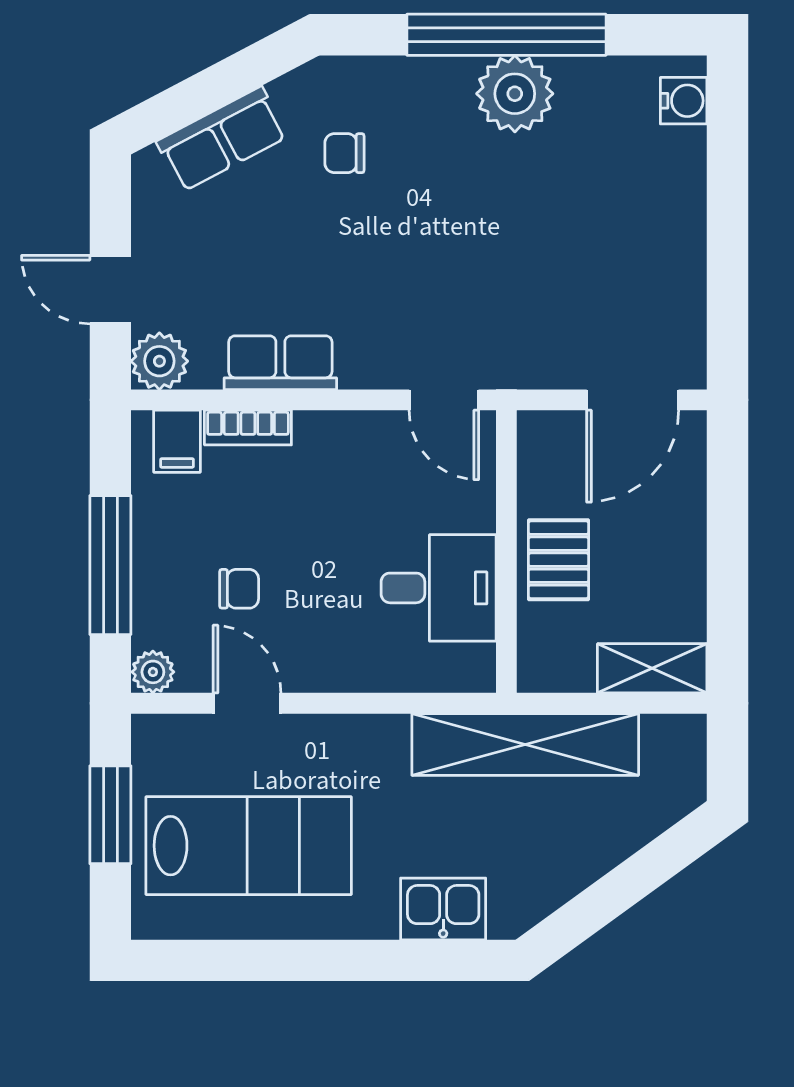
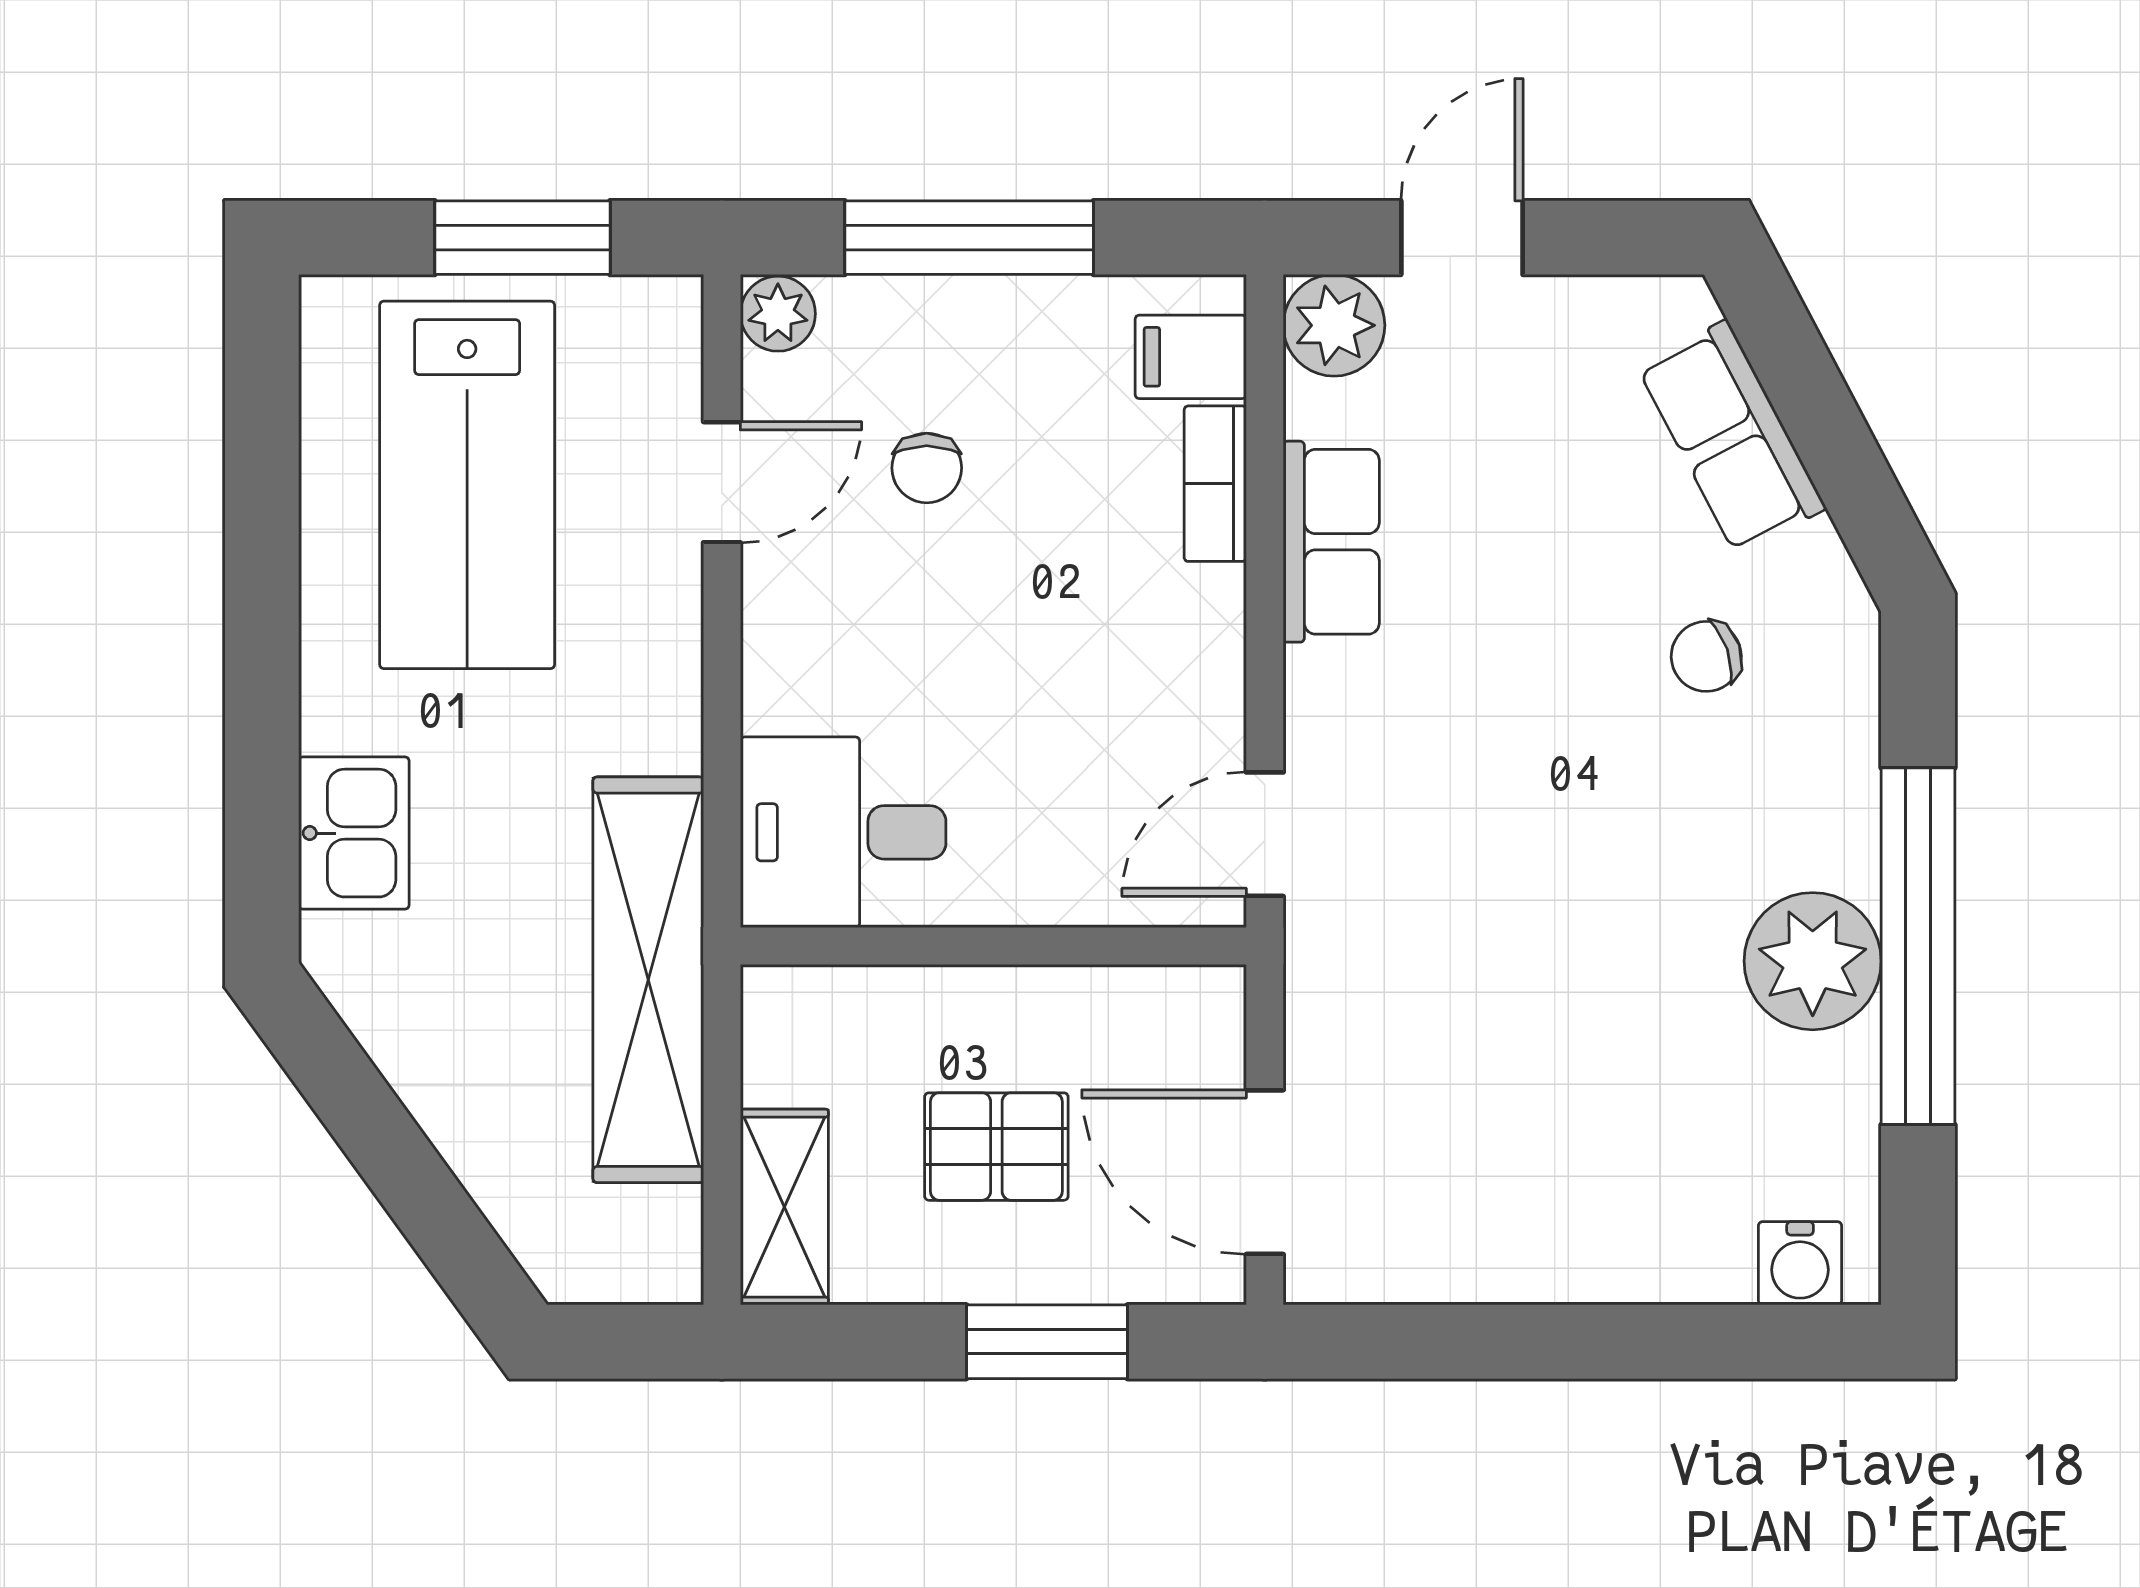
chair: (344, 153) -> (1706, 656), turned -109
window: (727, 522) -> (1047, 1342), added
pallet: (558, 560) -> (996, 1147), moved
desk: (439, 588) -> (843, 832), moved, turned 90

